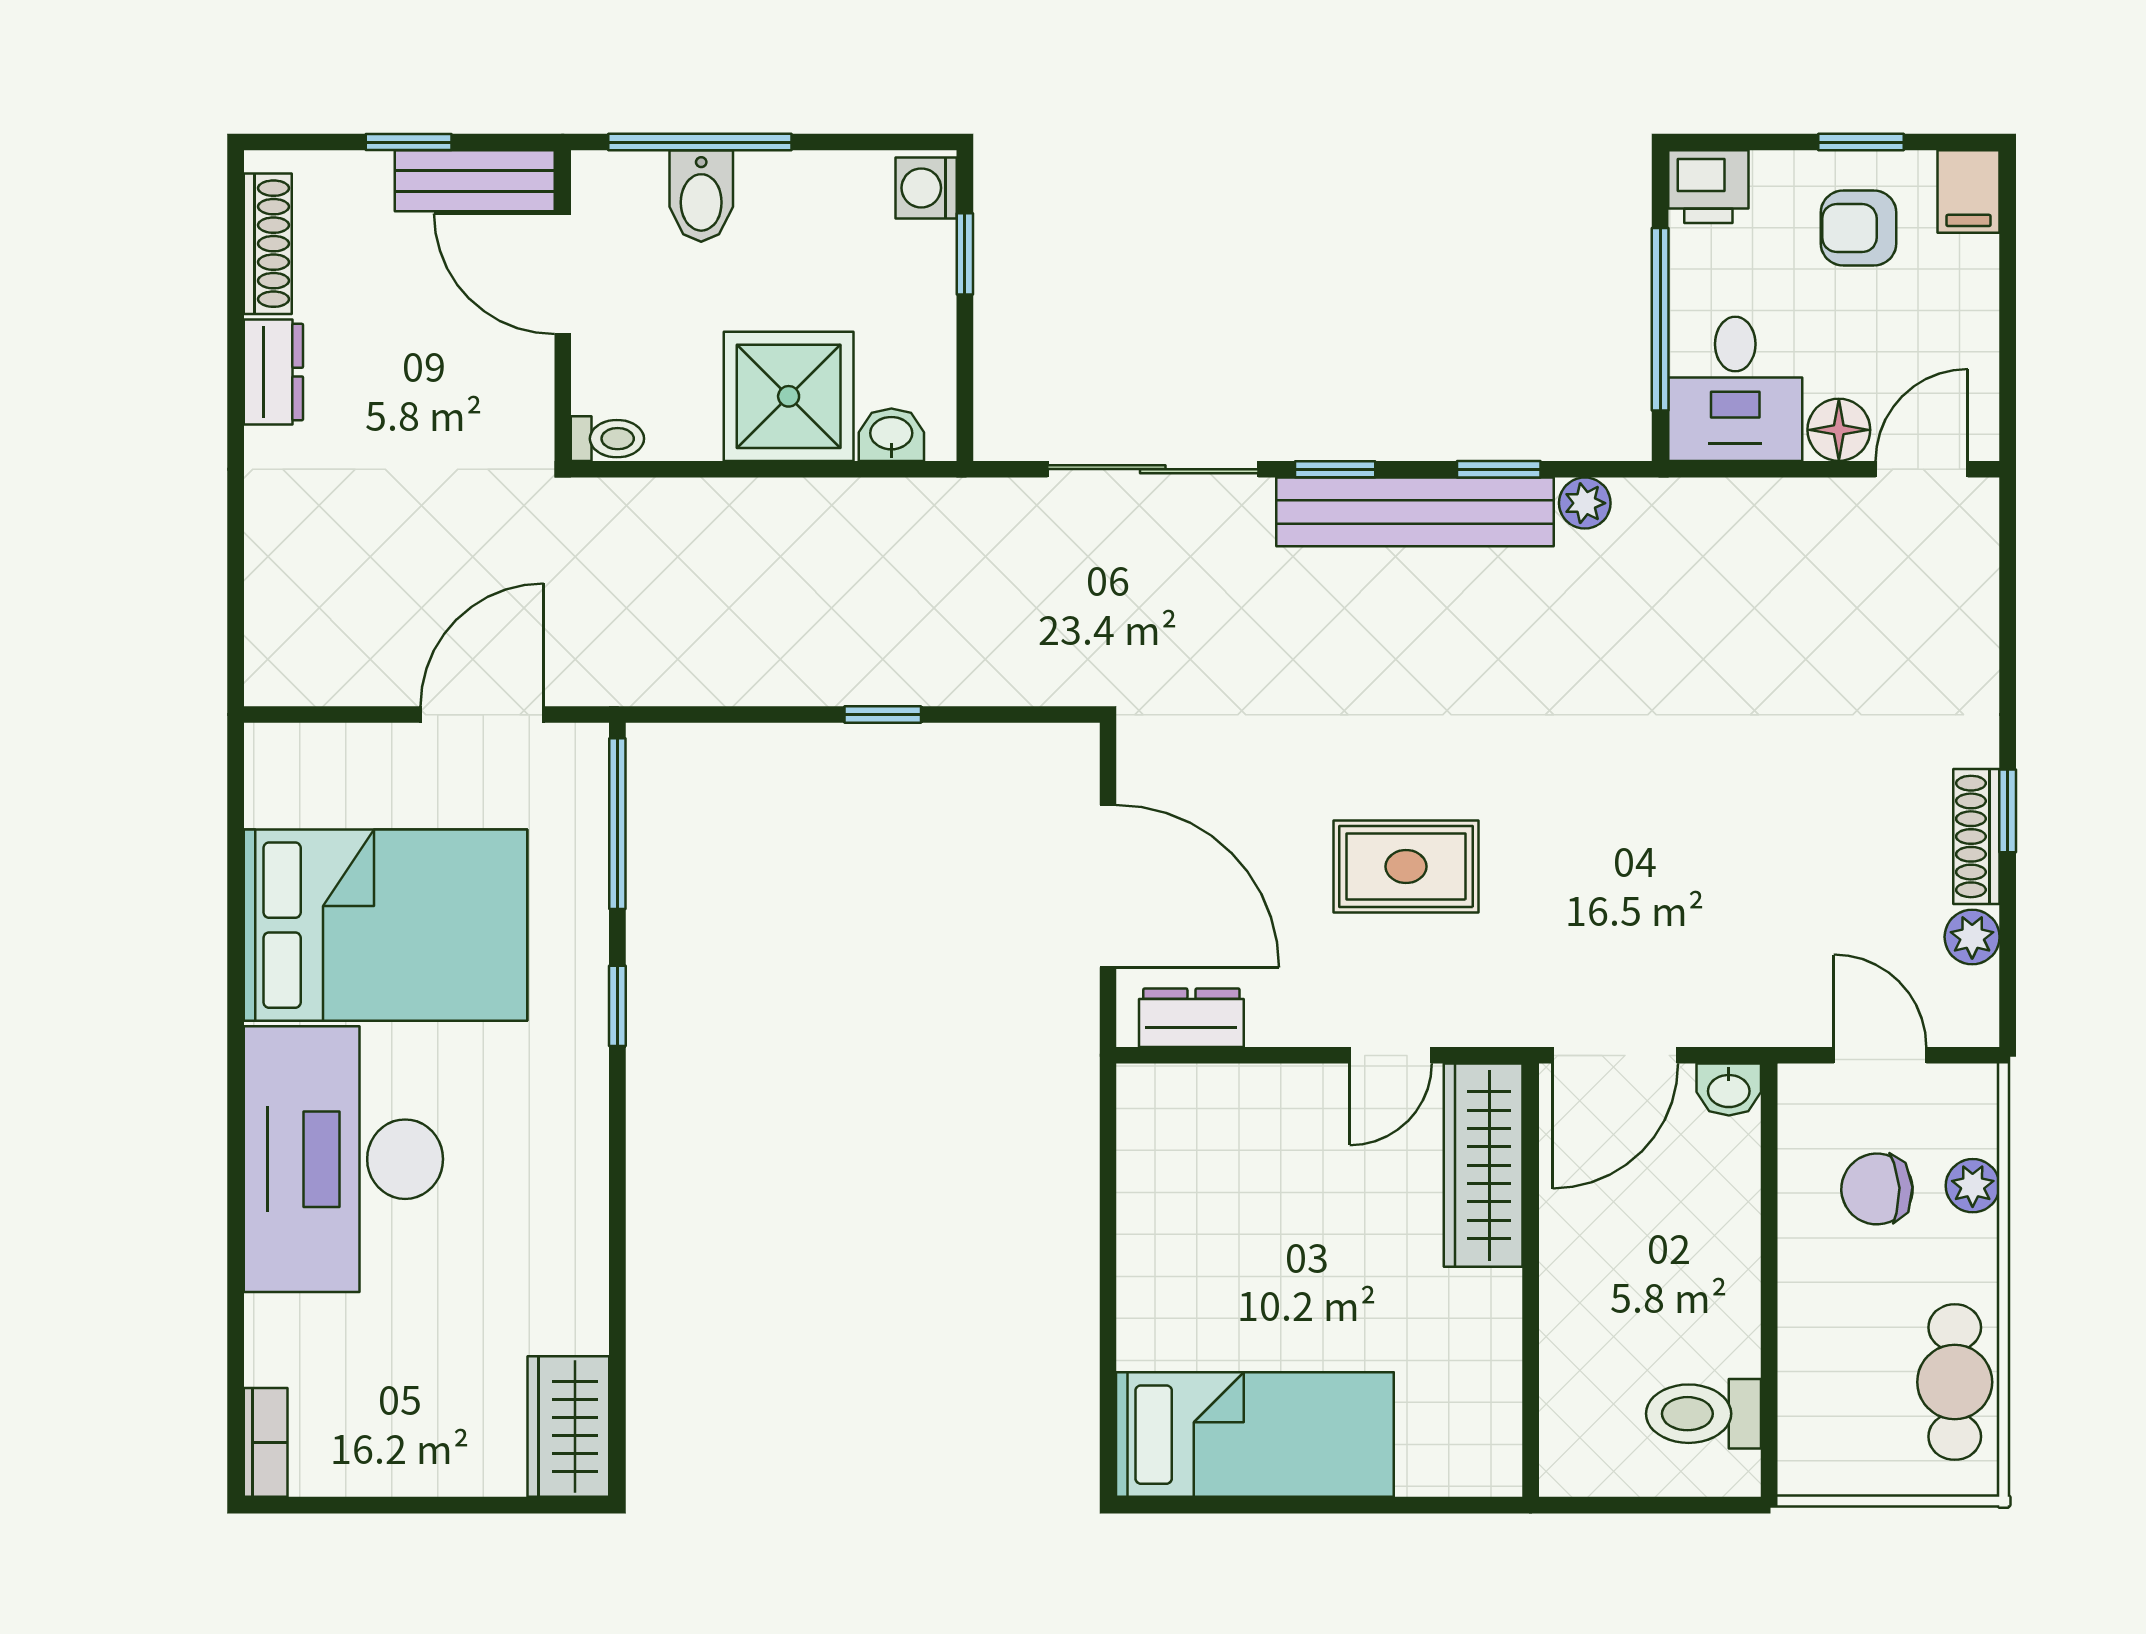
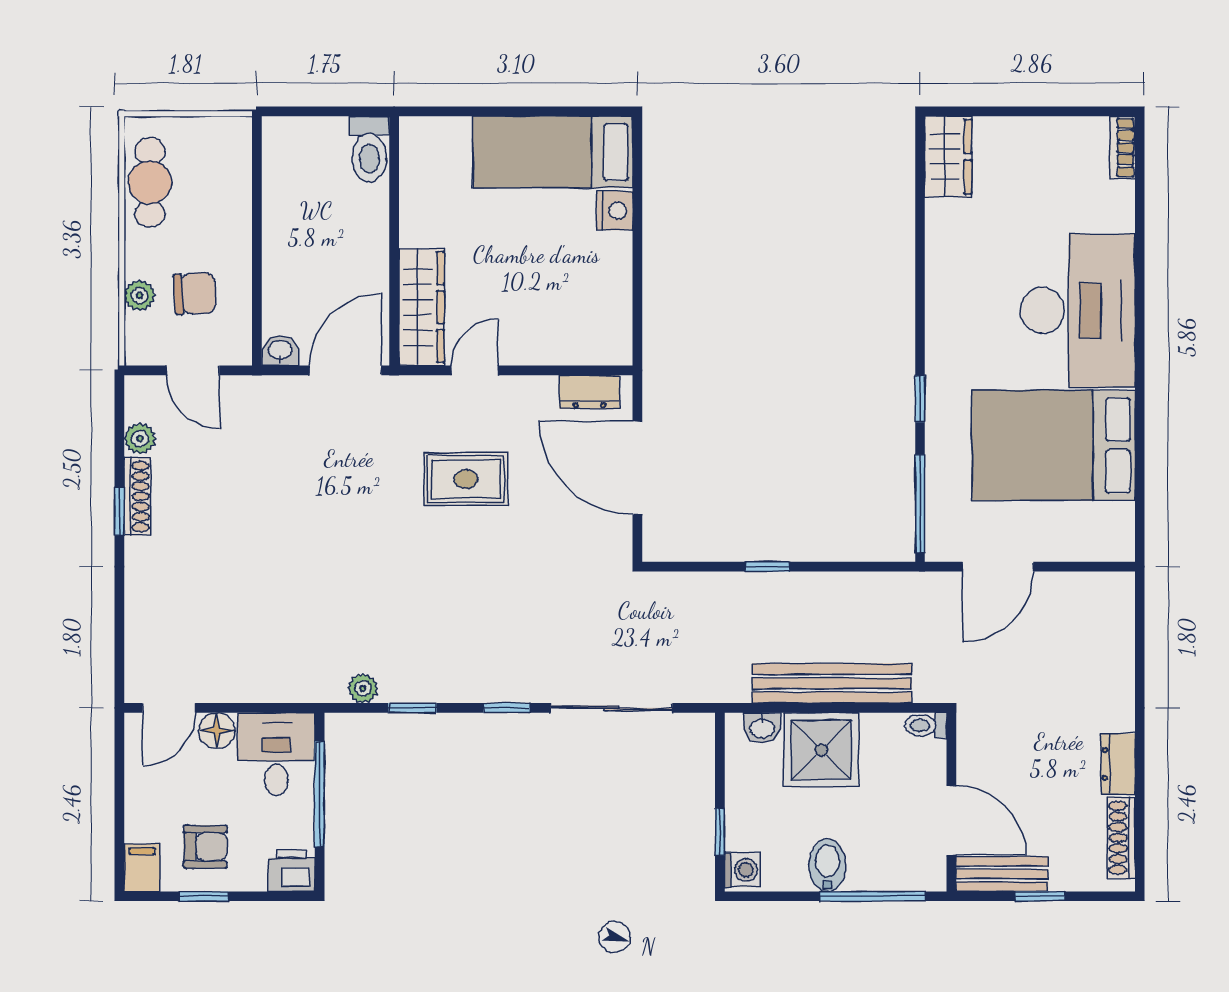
bidet: (701, 196) -> (827, 865), moved
bench: (1415, 512) -> (832, 683), moved
nightstand: (1147, 1333) -> (615, 211), added
toilet: (1704, 1414) -> (369, 149), moved, turned 90

